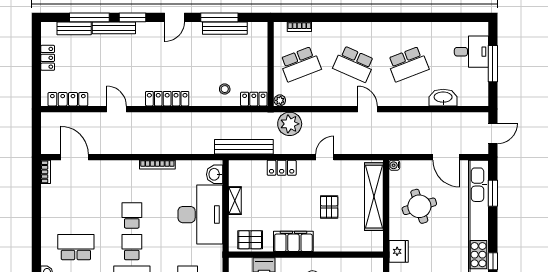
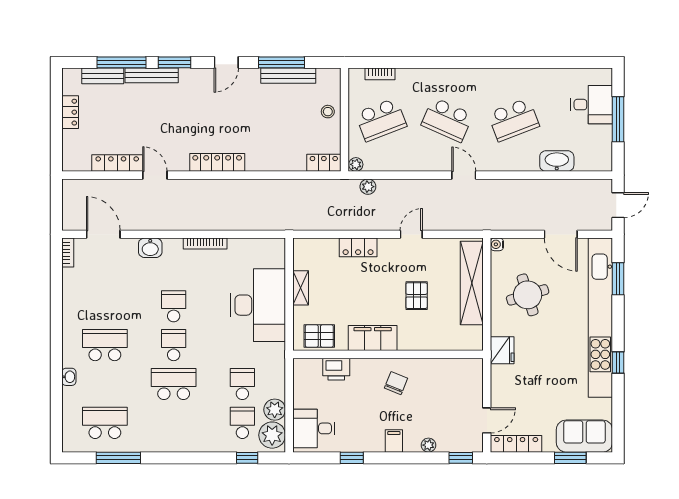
stool: (225, 89) -> (328, 112), moved
locker: (68, 99) -> (117, 163), moved
plant: (290, 124) -> (368, 187), width x0.53, depth x0.53
bench: (244, 147) -> (312, 222), removed
washbasin: (215, 174) -> (150, 248), moved, turned -90

